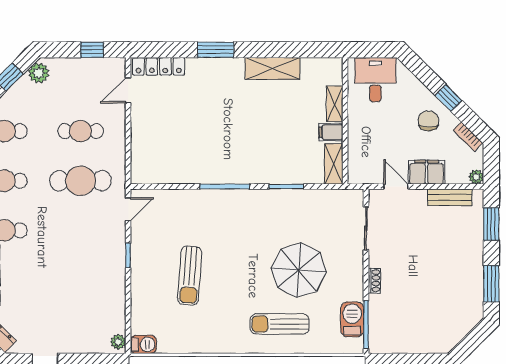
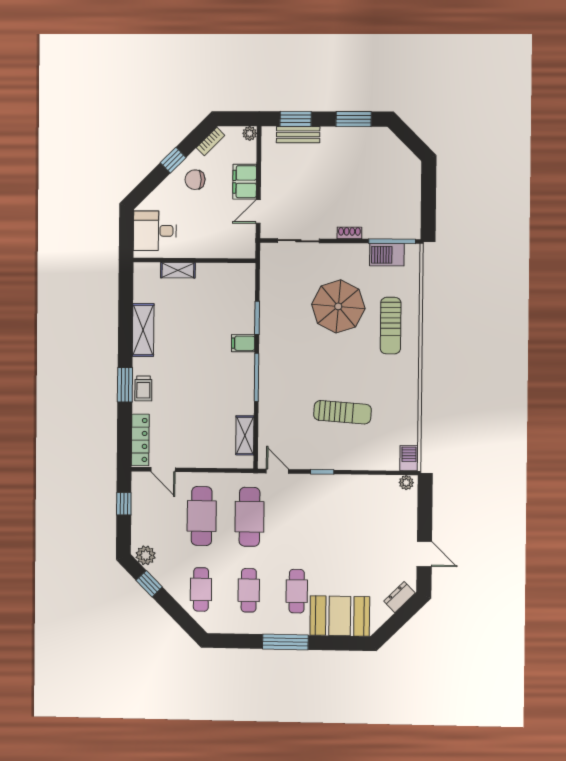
trolley: (212, 69) -> (143, 388), added
cafe table: (80, 131) -> (202, 516), width x1.37, depth x1.35
filing cabinet: (331, 132) -> (243, 343), moved, turned 90
shelving: (334, 164) -> (245, 435), moved, turned 90
bench: (450, 197) -> (298, 135), moved, turned 90

